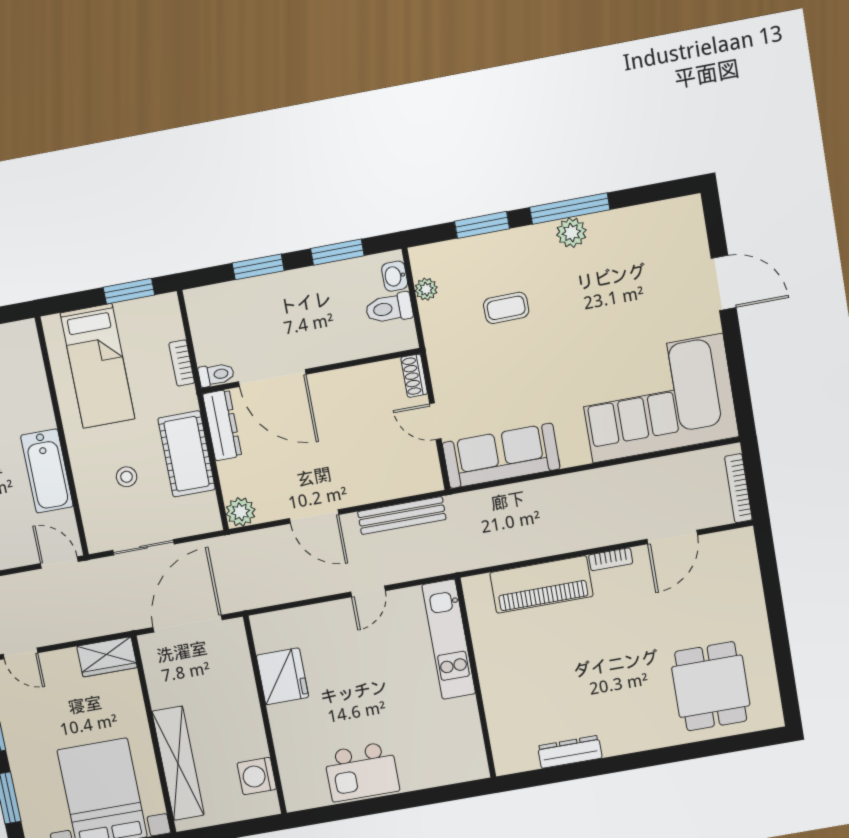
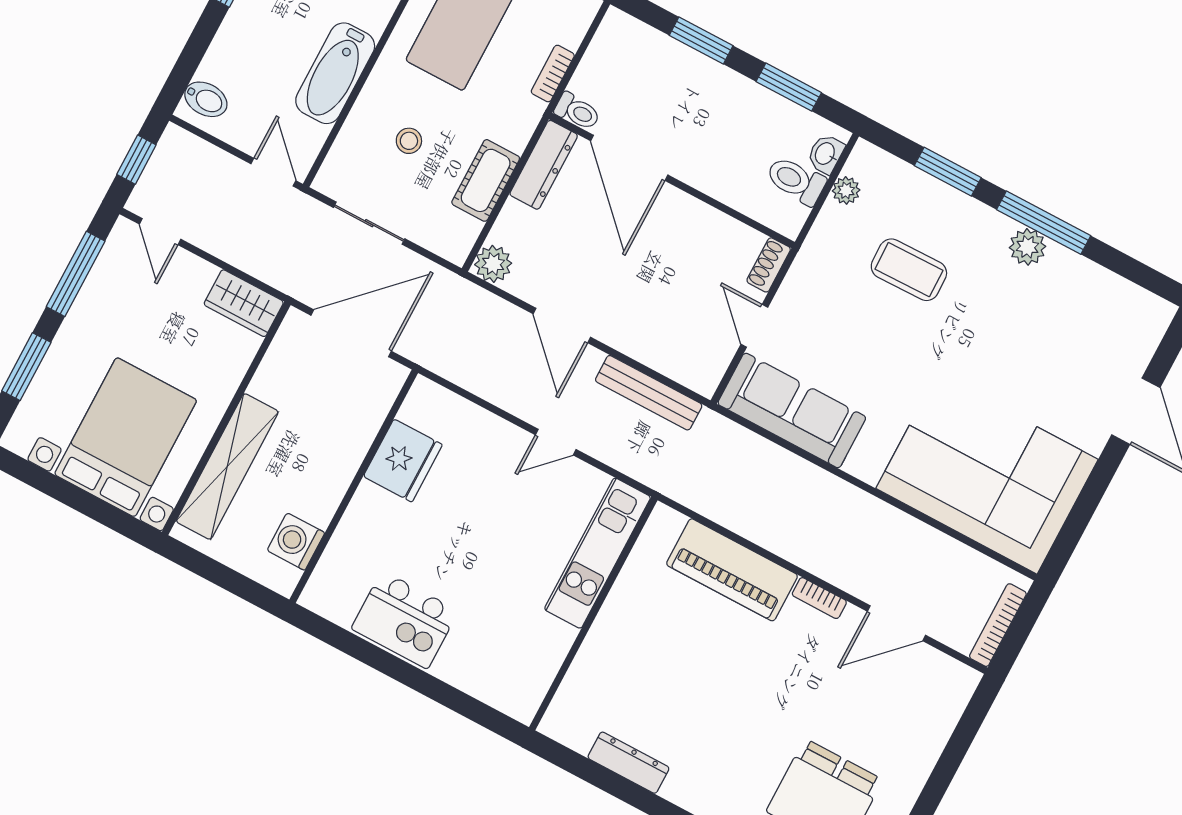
coffee table: (506, 308) -> (909, 270), width x1.36, depth x1.30
cot: (187, 454) -> (486, 180), width x0.73, depth x0.75

